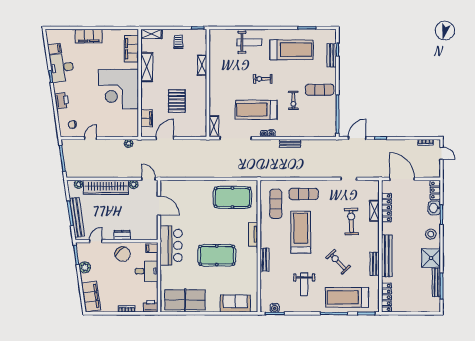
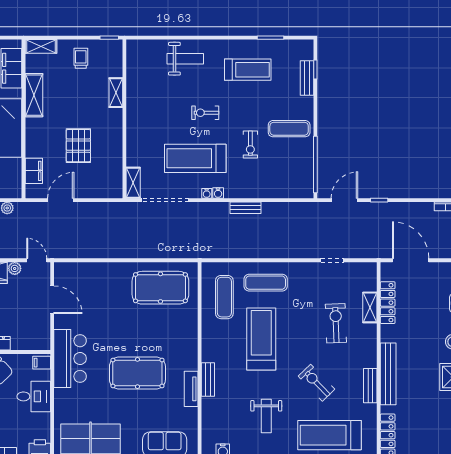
treadmill: (292, 50) -> (248, 70), width x0.73, depth x0.73
tv unit: (253, 234) -> (191, 389), moved

